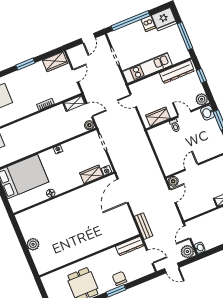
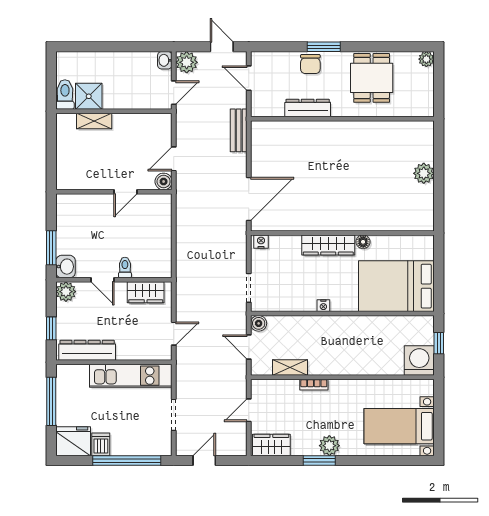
plant: (23, 74) -> (329, 446), added
door: (133, 101) -> (174, 334), hinge flipped
shelving: (74, 103) -> (290, 367), moved
wardrobe: (91, 174) -> (328, 245), moved, width x1.50
dresser: (130, 246) -> (308, 108), moved

